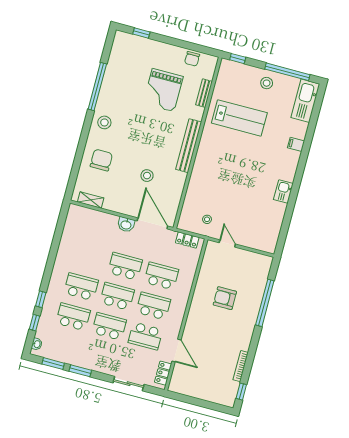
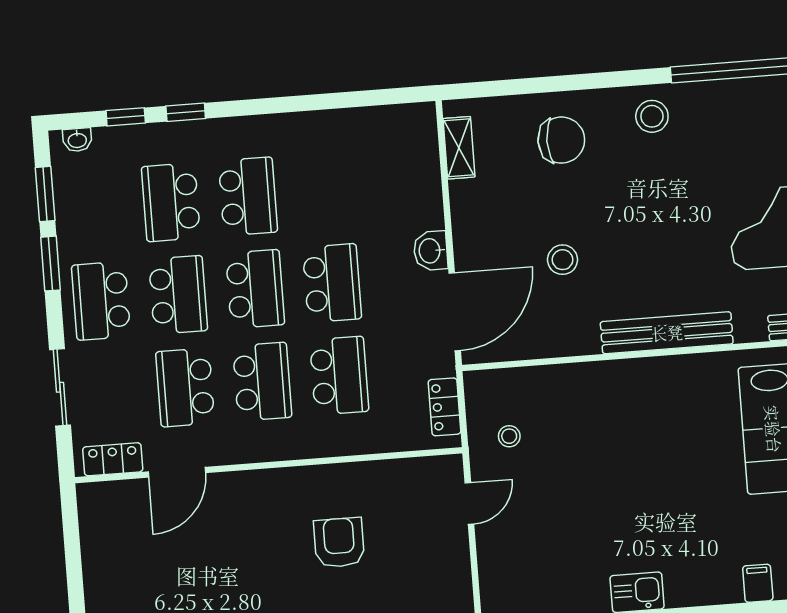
school desk: (73, 317) -> (171, 202), turned 180
school desk: (101, 356) -> (101, 301), added

